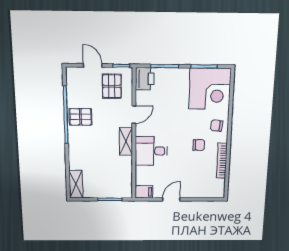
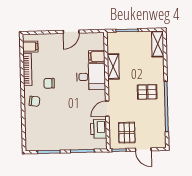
printer: (145, 79) -> (99, 129), moved
corner desk: (210, 89) -> (42, 133), removed
pallet: (80, 117) -> (147, 92), moved
shelving: (126, 141) -> (113, 66), moved
filing cabinet: (217, 185) -> (30, 47), added
filing cabinet: (144, 192) -> (97, 56), moved

